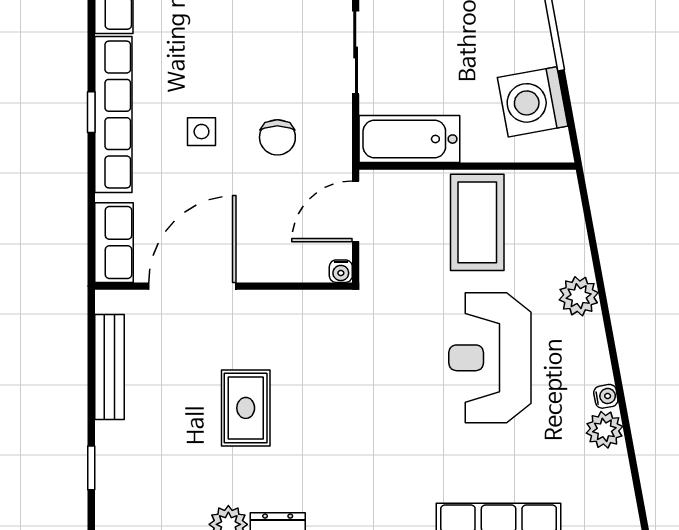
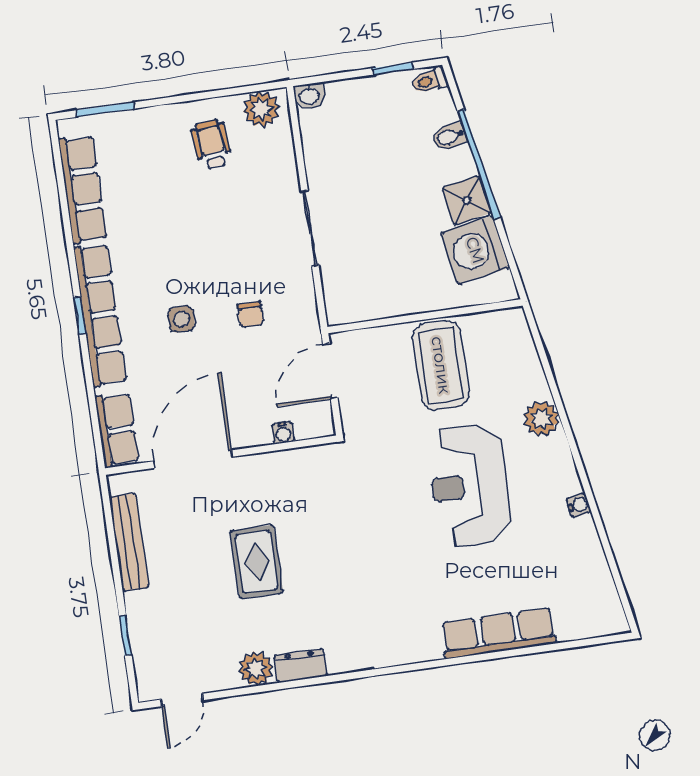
shower: (531, 46) -> (467, 200), added
chair: (277, 137) -> (250, 315), width x0.73, depth x0.73
bathtub: (409, 139) -> (369, 299), removed
water cooler: (341, 271) -> (283, 433), moved
plant: (604, 430) -> (582, 536), removed

